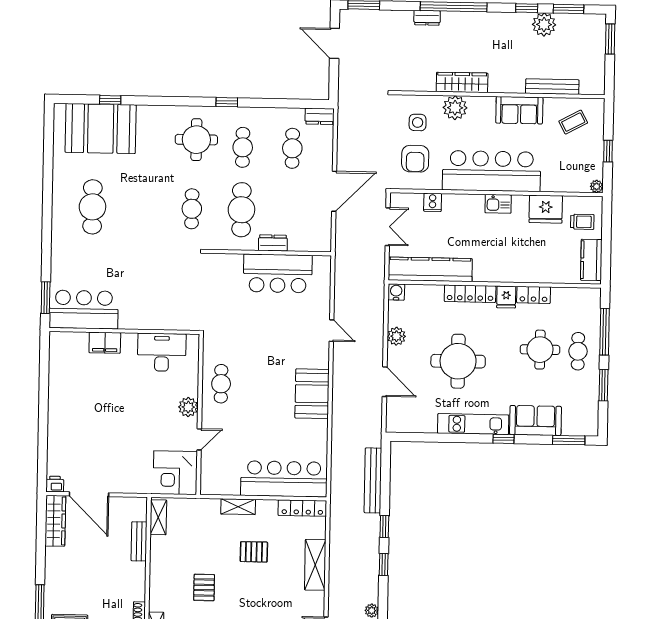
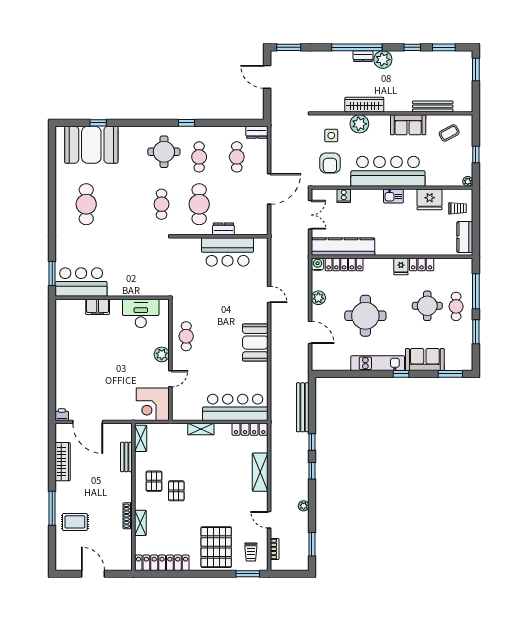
dresser: (427, 18) -> (363, 56), moved
plant: (544, 25) -> (383, 60), moved
locker: (470, 294) -> (344, 264), moved
wardrobe: (55, 521) -> (63, 462), moved
pallet: (254, 552) -> (154, 481), moved, turned 90

